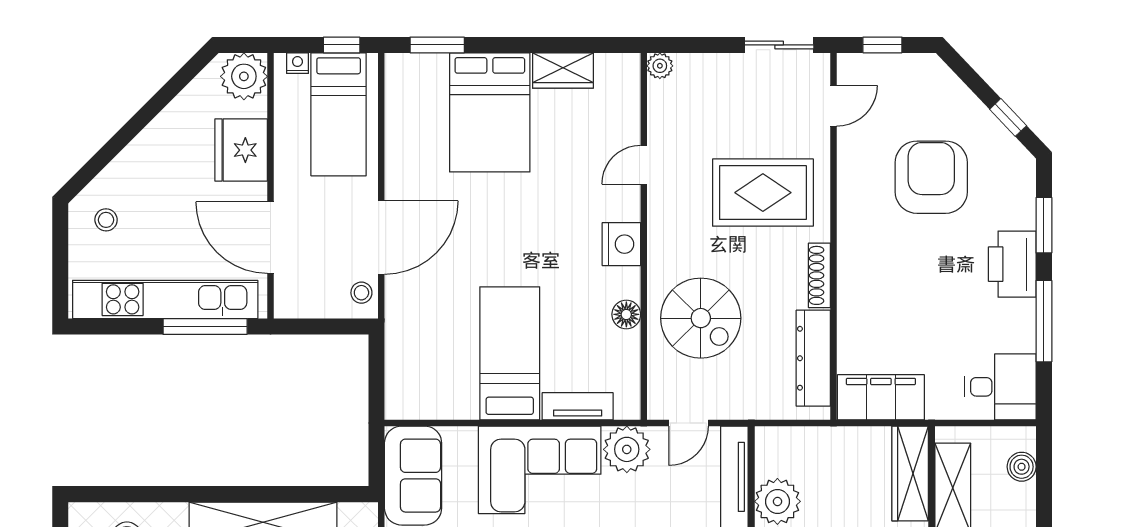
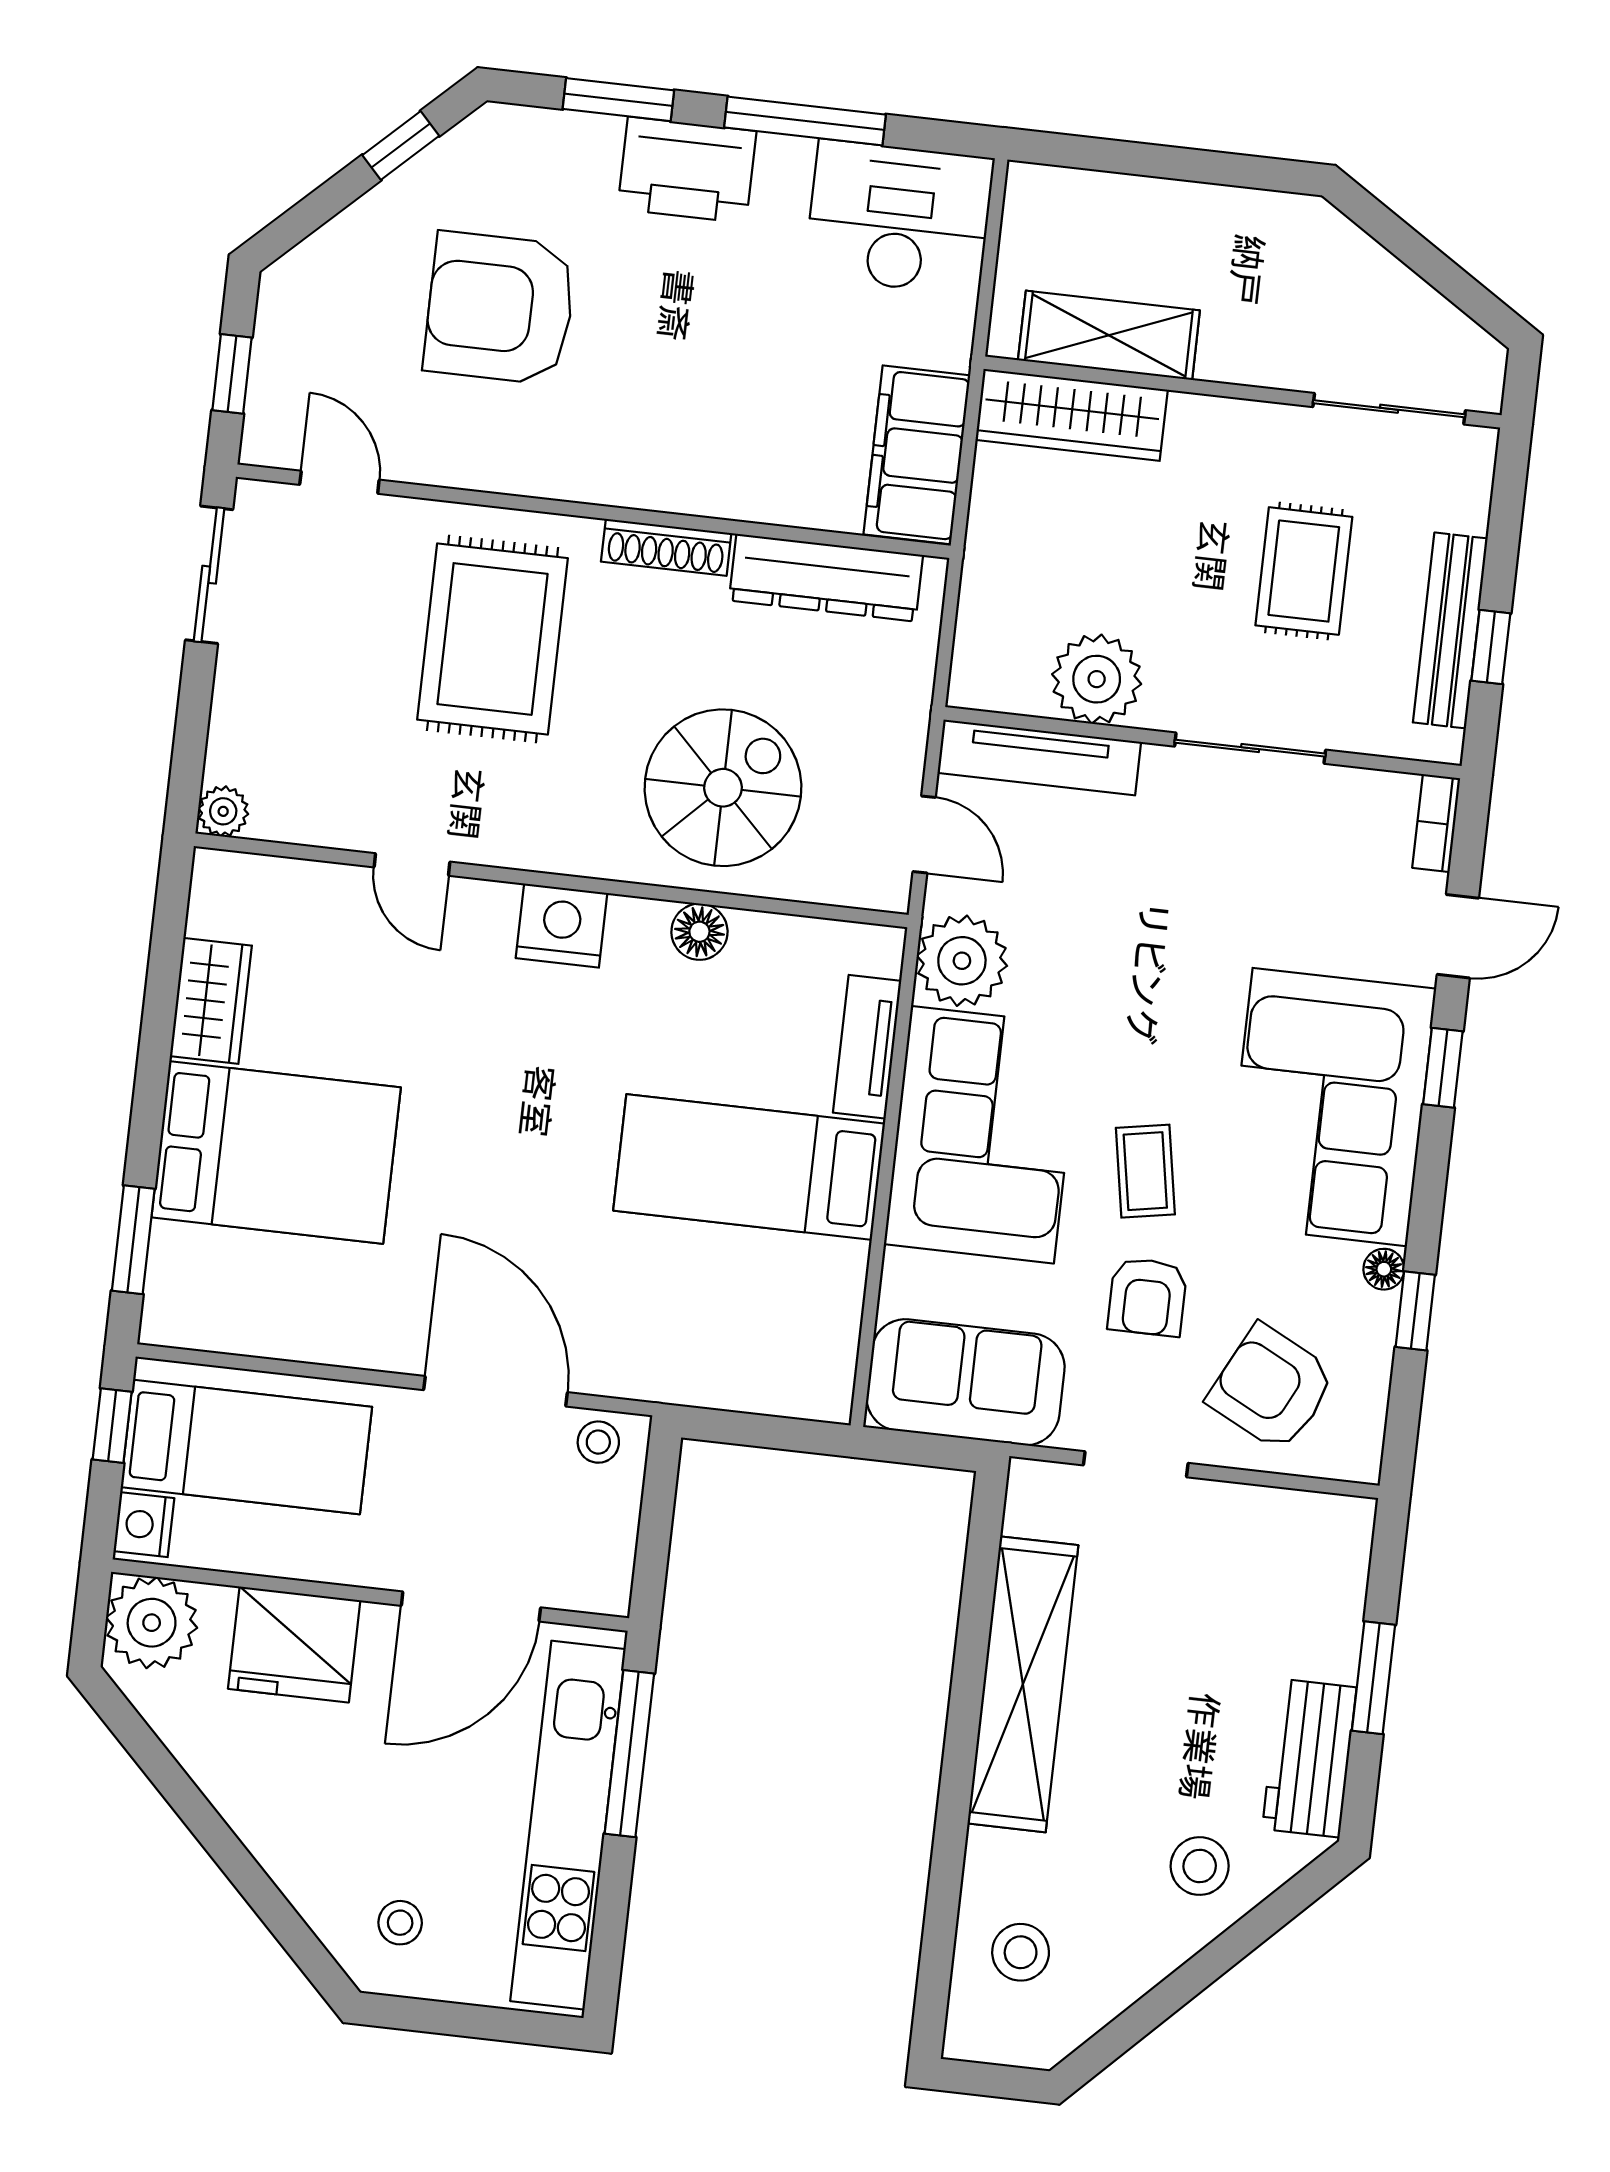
nightstand: (297, 63) -> (144, 1525), width x1.39, depth x1.35
desk: (1000, 387) -> (899, 217), width x1.37
boiler: (1022, 467) -> (1083, 197), removed

